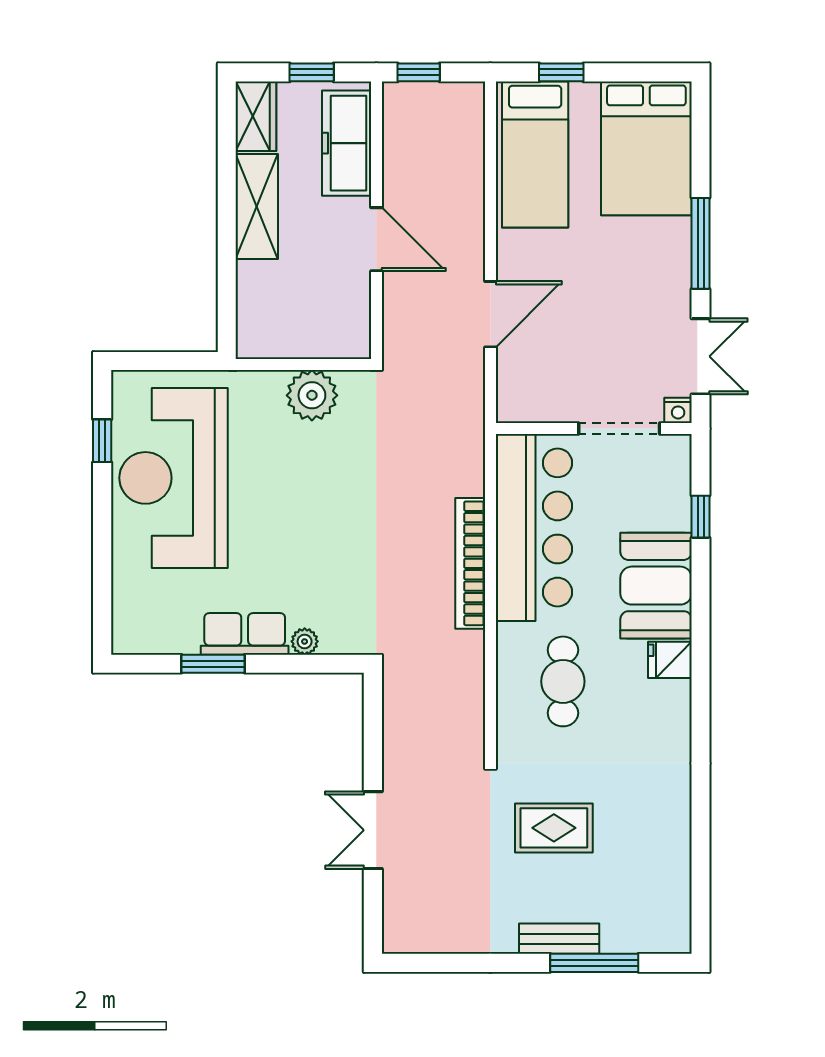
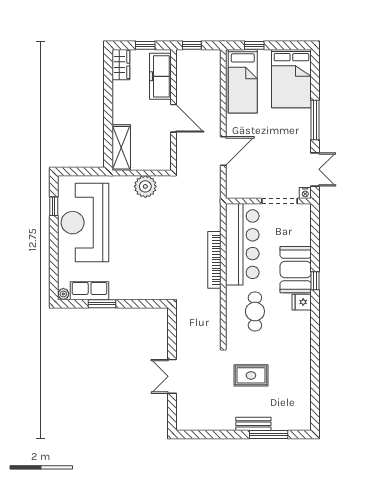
shelving: (257, 207) -> (121, 148), moved
window: (701, 517) -> (315, 281), moved
row of seats: (245, 634) -> (90, 291), moved
plant: (305, 641) -> (63, 294), moved

